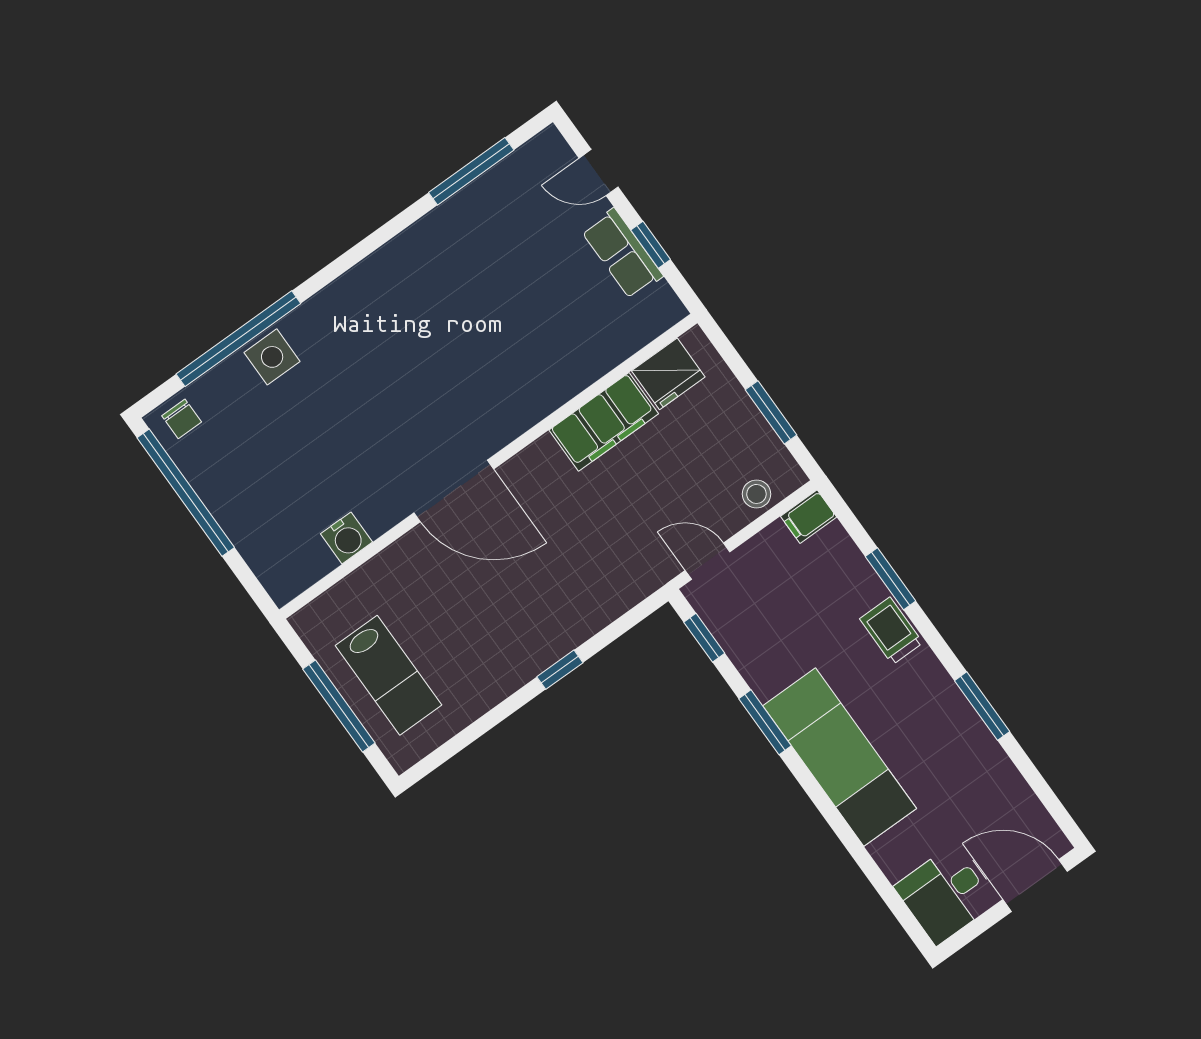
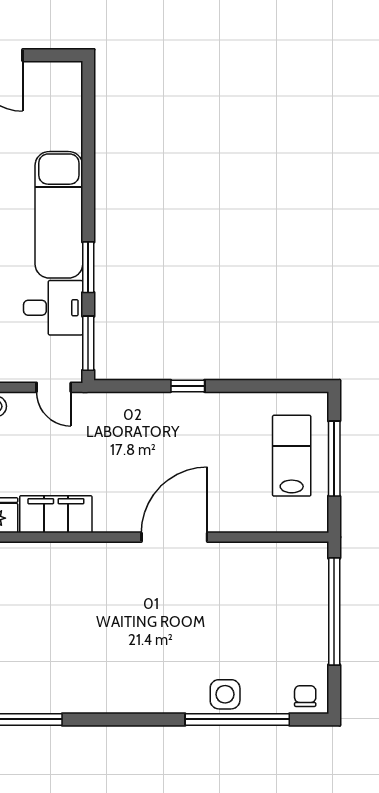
door: (454, 491) -> (174, 537), hinge flipped
window: (186, 493) -> (334, 612), moved
water cooler: (346, 538) -> (258, 555), removed
window: (704, 638) -> (88, 343), width x1.50
desk: (947, 893) -> (53, 308), moved

